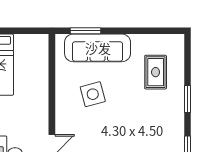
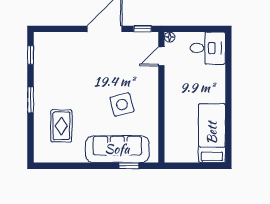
window: (86, 31) -> (129, 166), width x0.67

